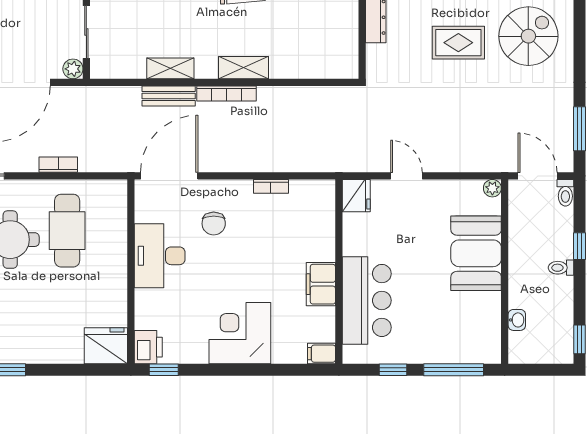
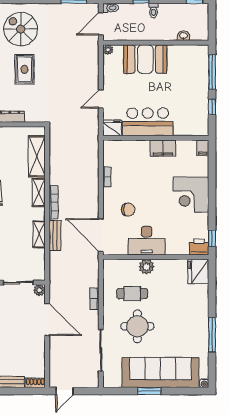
shelving: (307, 64) -> (37, 156), added
cafe table: (67, 231) -> (132, 294), width x0.73, depth x0.74
plant: (114, 255) -> (146, 267), added
bar counter: (367, 300) -> (148, 122), moved

